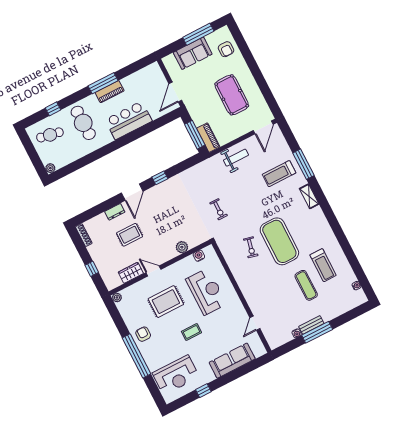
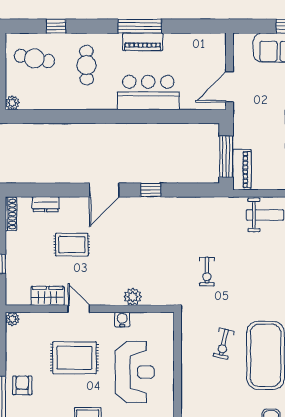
cafe table: (83, 123) -> (87, 65), width x0.73, depth x0.74
dresser: (115, 212) -> (46, 204), moved
water cooler: (199, 256) -> (122, 319), moved

